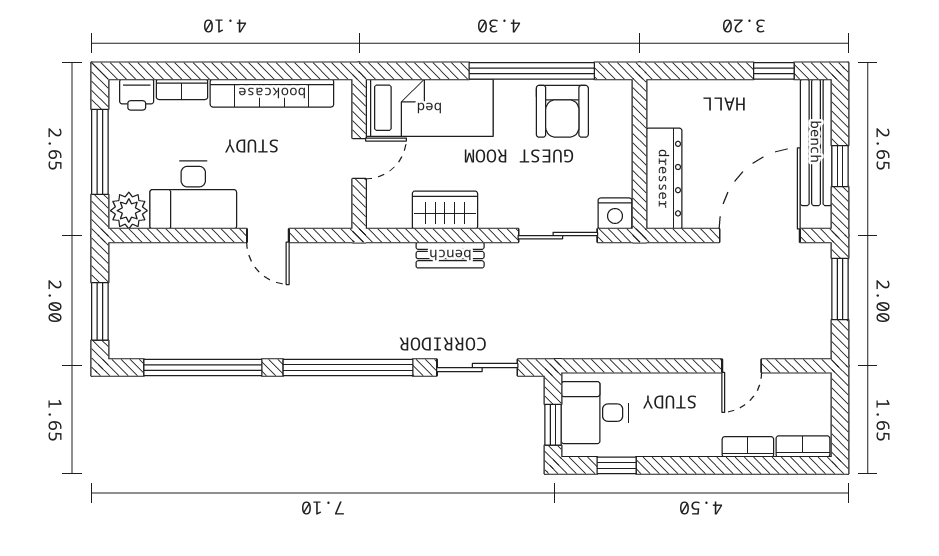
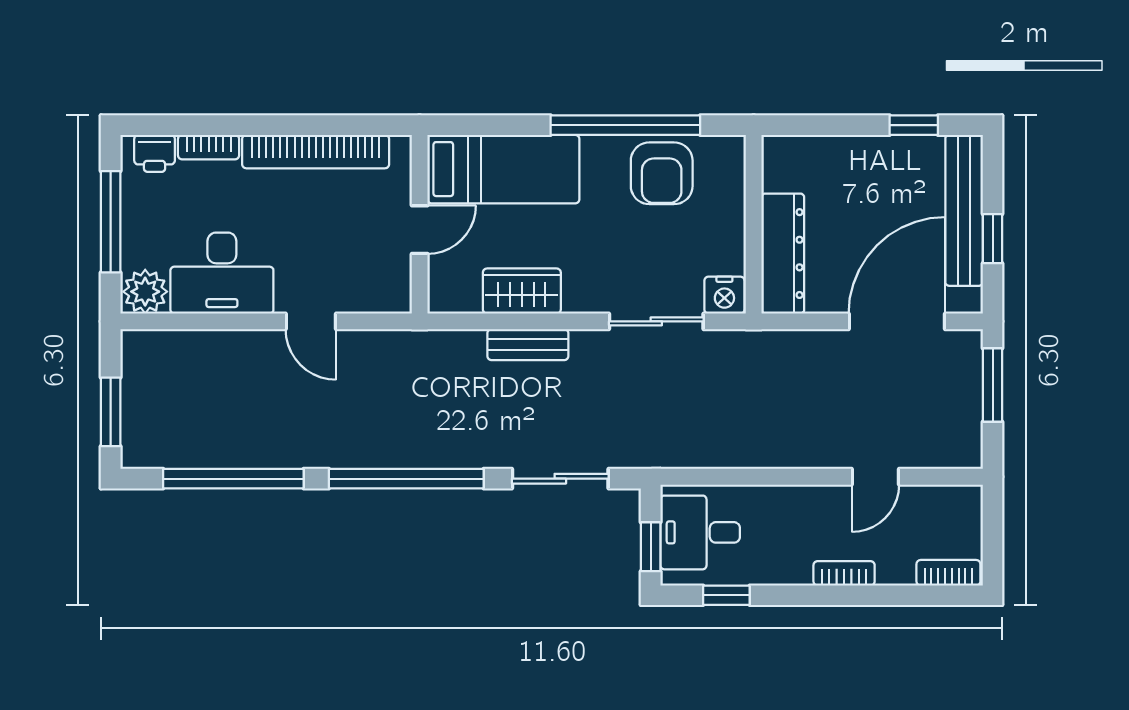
bookcase: (748, 447) -> (844, 573), moved

